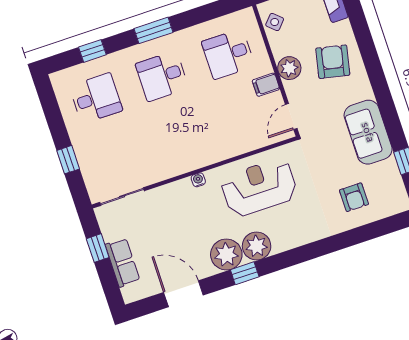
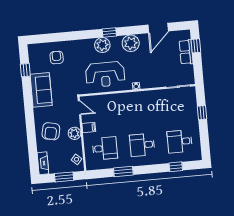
window: (154, 30) -> (123, 172), moved
desk: (162, 76) -> (142, 145), turned 180
door: (291, 117) -> (79, 108), hinge flipped
plant: (257, 246) -> (102, 45), moved
window: (98, 248) -> (196, 46), moved
window: (245, 273) -> (109, 32), moved
door: (183, 294) -> (158, 28), hinge flipped

